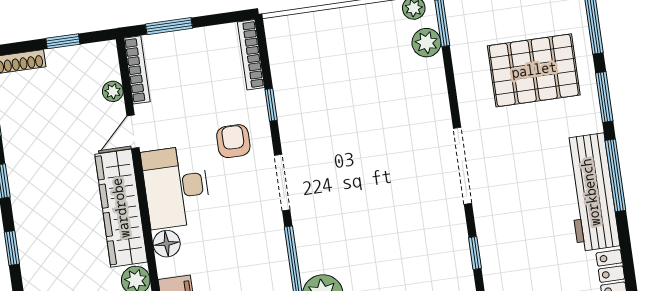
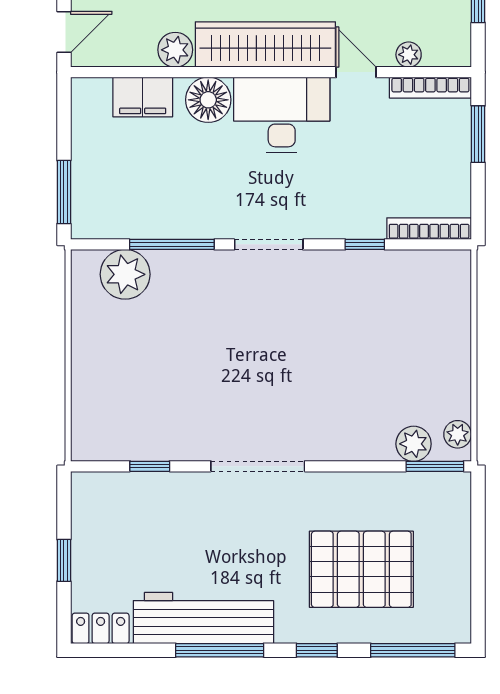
pallet: (534, 70) -> (361, 569), turned 90
window: (604, 97) -> (317, 650), width x0.67
armchair: (233, 141) -> (327, 192), removed
floor lamp: (167, 244) -> (208, 100), width x1.38, depth x1.38

